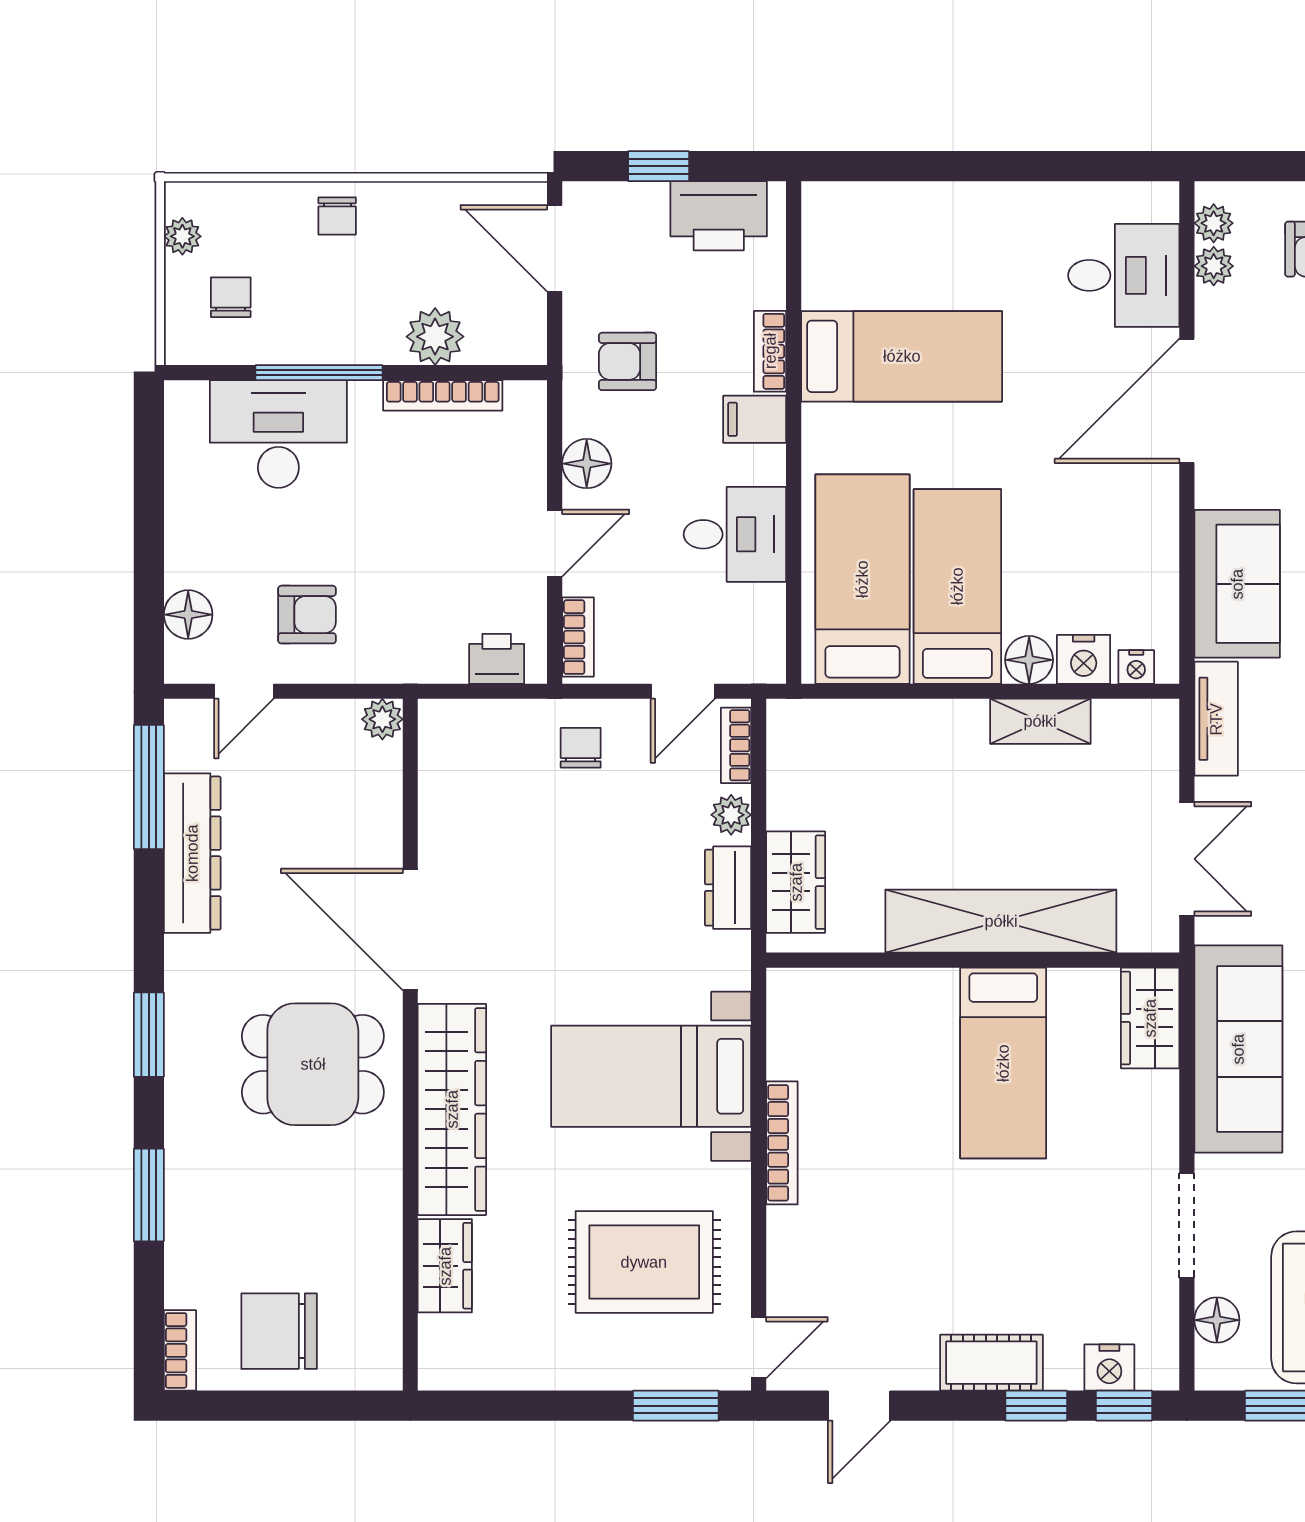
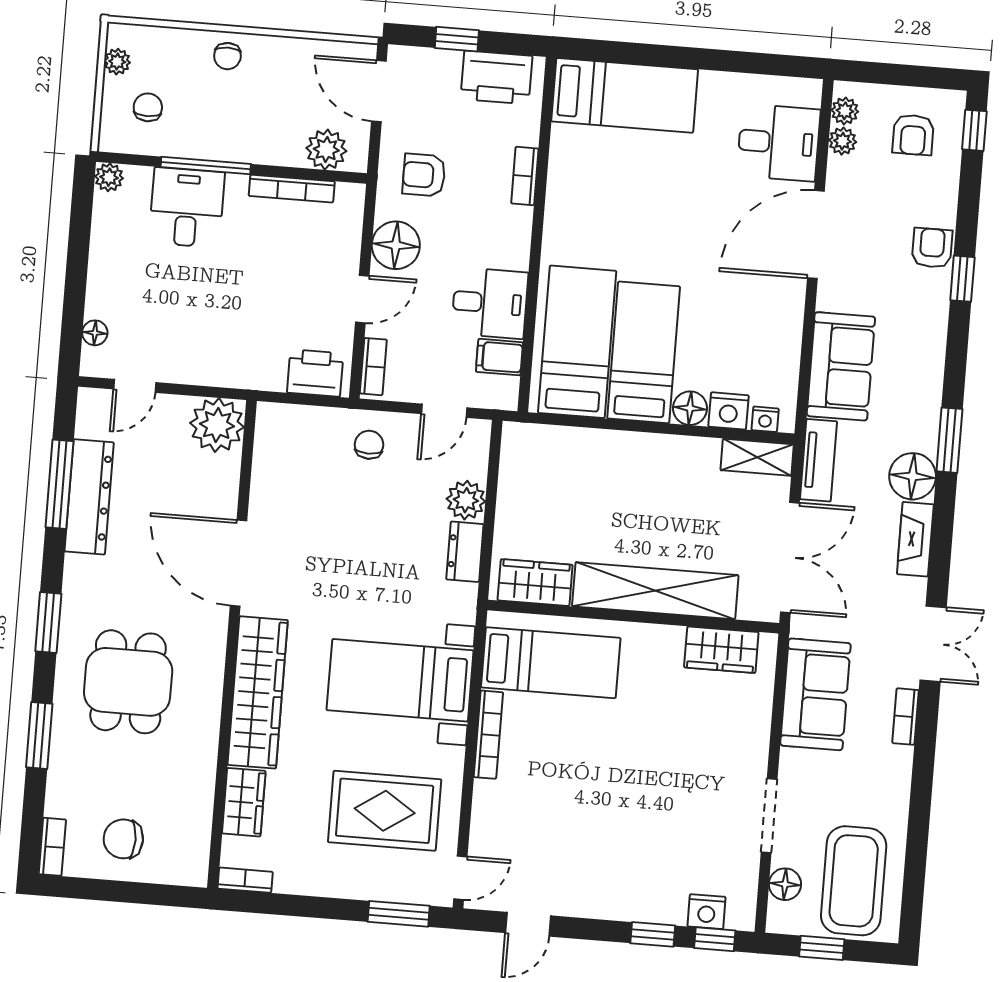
plant: (435, 337) -> (326, 150), moved
bed: (902, 356) -> (625, 95), moved
plant: (184, 400) -> (109, 177), added
filing cabinet: (755, 419) -> (499, 357), moved
desk: (278, 434) -> (187, 208), width x0.73
floor lamp: (587, 464) -> (396, 245), width x1.38, depth x1.38
floor lamp: (188, 615) -> (95, 333), width x0.73, depth x0.73
armchair: (307, 615) -> (184, 335), removed
printer: (497, 659) -> (315, 373), width x1.36, depth x1.24
plant: (382, 719) -> (217, 425), width x1.88, depth x1.88
shelving: (1040, 721) -> (757, 457), moved
bookcase: (736, 745) -> (245, 880), moved, turned 90
window: (149, 787) -> (59, 484), moved
plant: (731, 815) -> (466, 500), width x1.38, depth x1.38
double door: (1187, 859) -> (790, 557), width x1.37
wardrobe: (796, 882) -> (535, 583), moved, turned -90
wardrobe: (1150, 1018) -> (721, 650), moved, turned -90
sofa: (1238, 1049) -> (815, 694), width x0.73
bed: (1003, 1063) -> (551, 663), moved, turned -90
dining table: (313, 1064) -> (128, 682), moved, turned 90
chair: (279, 1331) -> (123, 839), width x0.73, depth x0.73
cot: (991, 1363) -> (624, 902), removed

